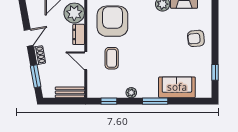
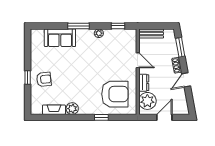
armchair: (112, 21) -> (115, 94), turned -90
coffee table: (112, 58) -> (116, 63), removed
window: (215, 72) -> (28, 78), moved

